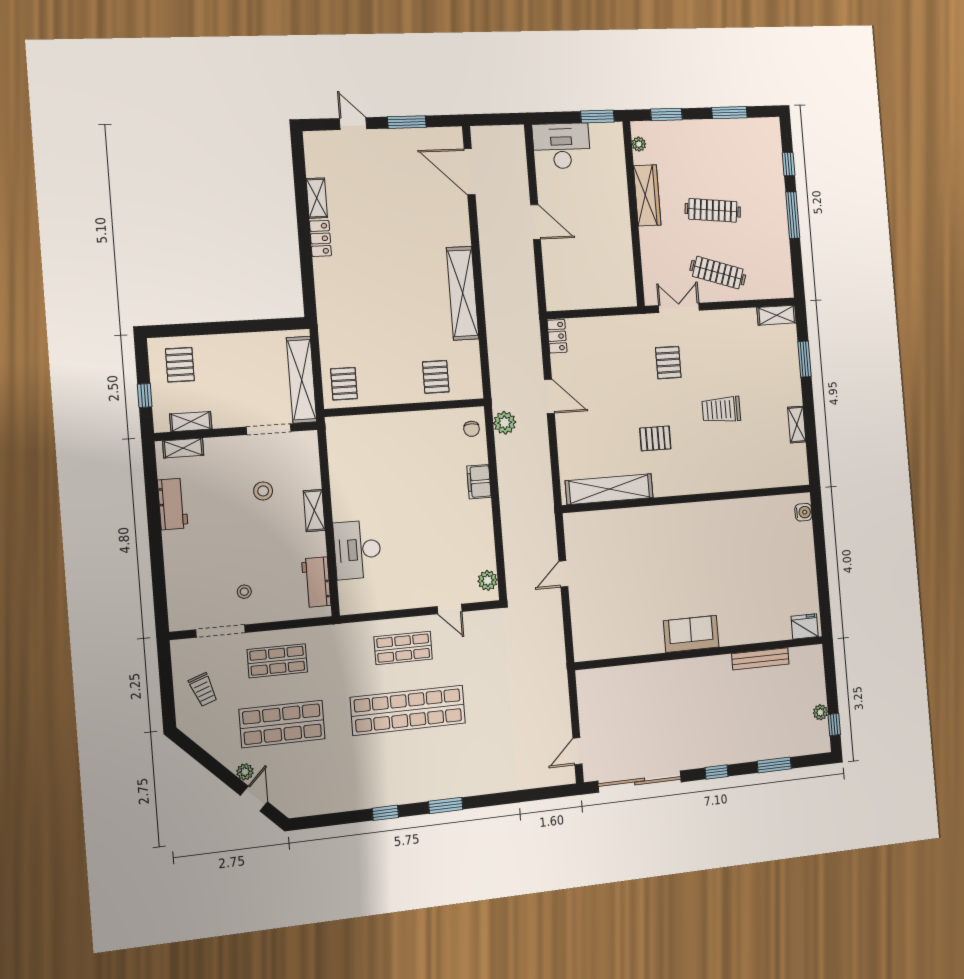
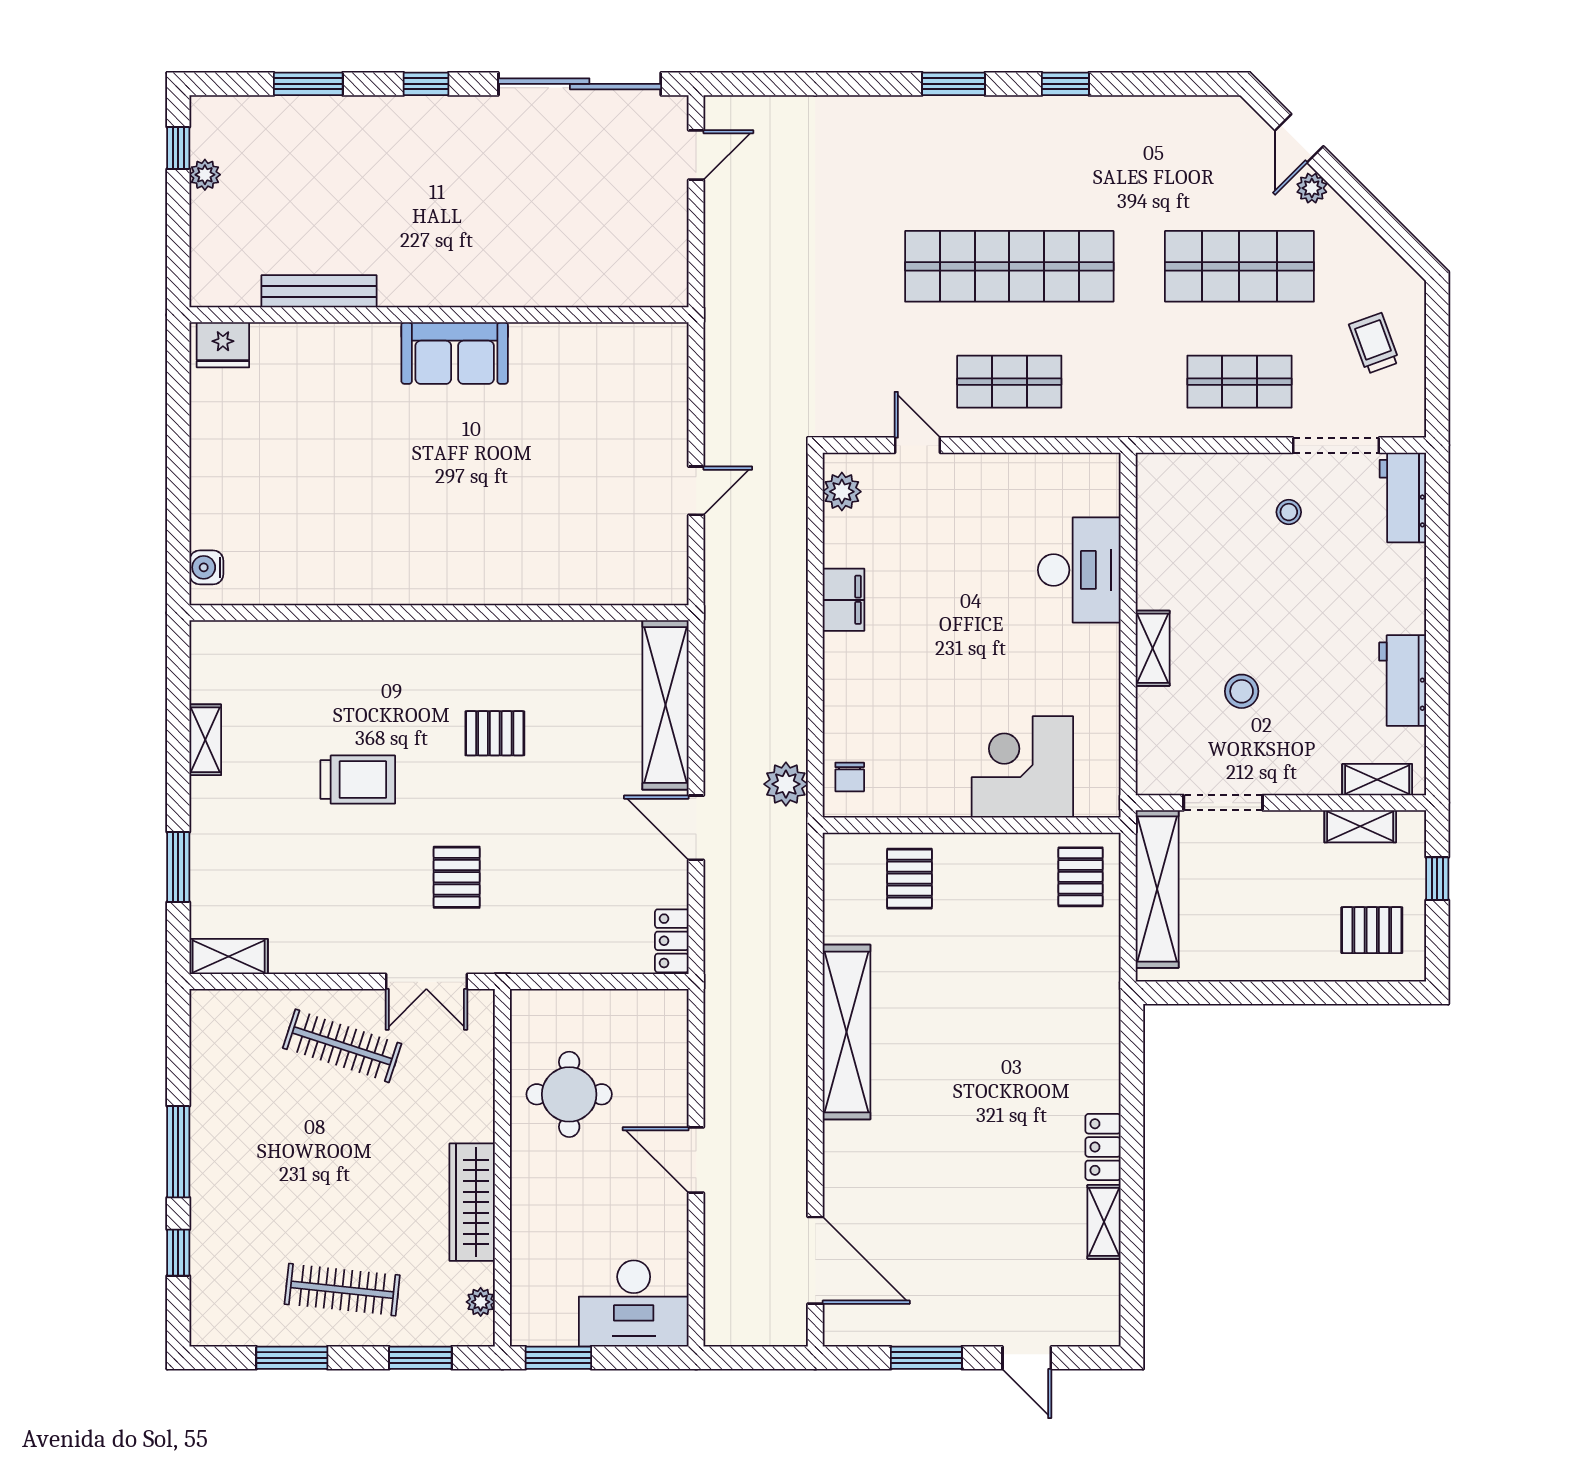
clothes rail: (713, 210) -> (342, 1290), moved
round table: (603, 253) -> (569, 1094), added
pallet: (180, 365) -> (1372, 930), turned 90
chair: (472, 429) -> (850, 777), turned 180
corner desk: (380, 441) -> (1022, 767), added
filing cabinet: (479, 482) -> (843, 600), moved
shelving: (609, 489) -> (665, 705), moved, turned 90
workbench: (316, 582) -> (1403, 498), moved, turned 180

